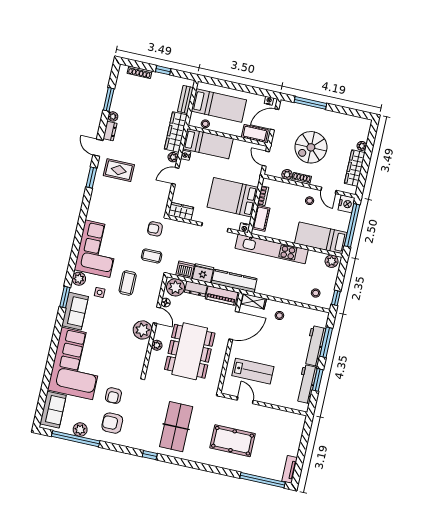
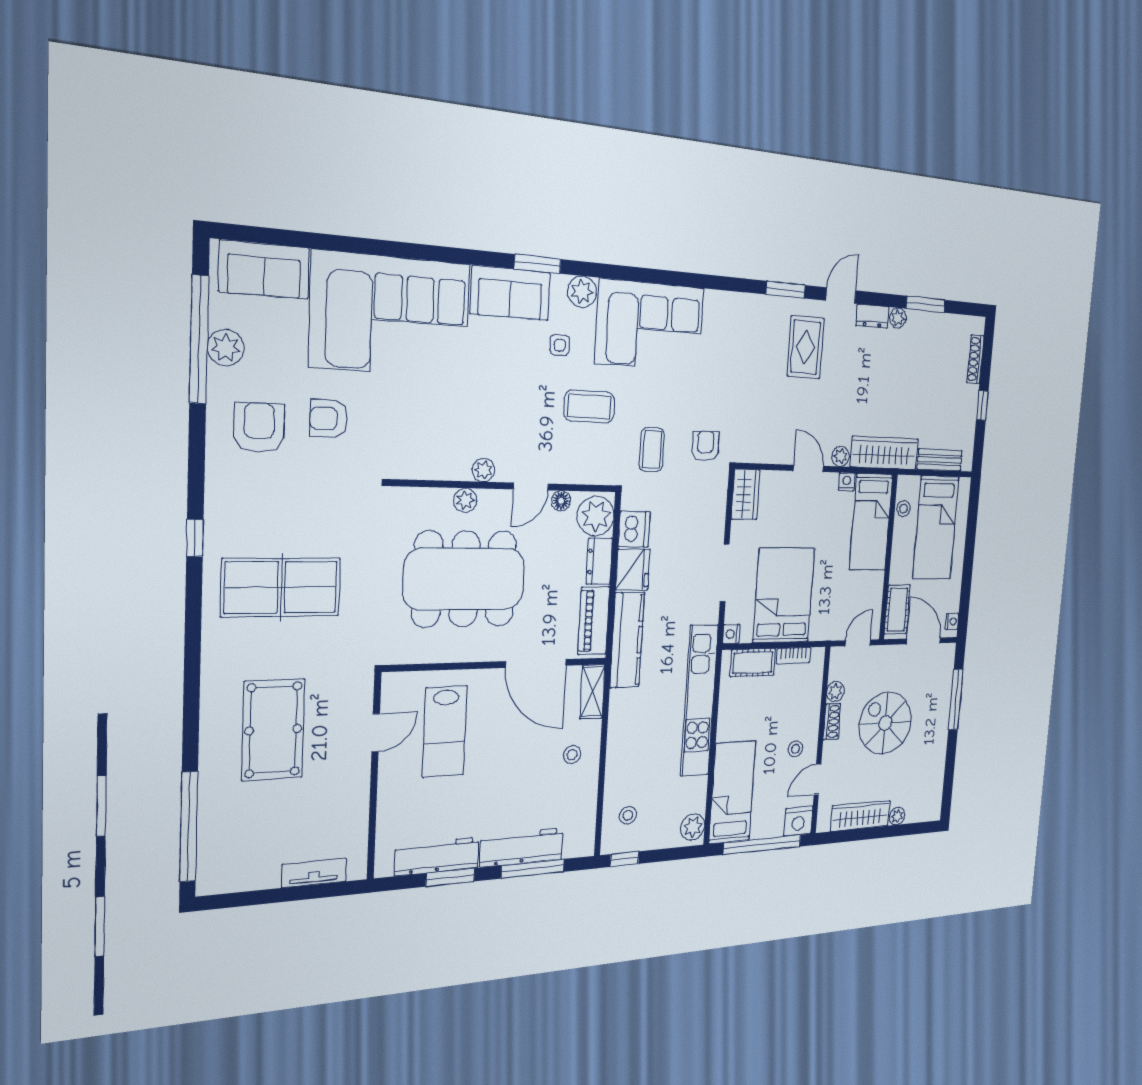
plant: (143, 330) -> (484, 470), width x0.53, depth x0.53
tv unit: (290, 469) -> (314, 873), moved

